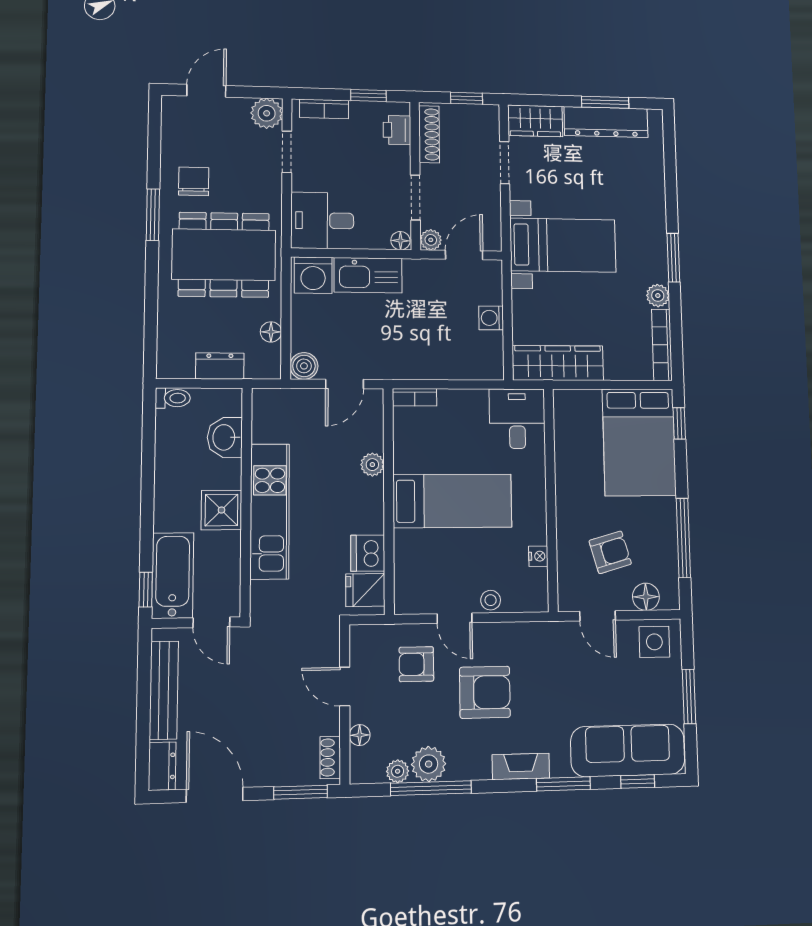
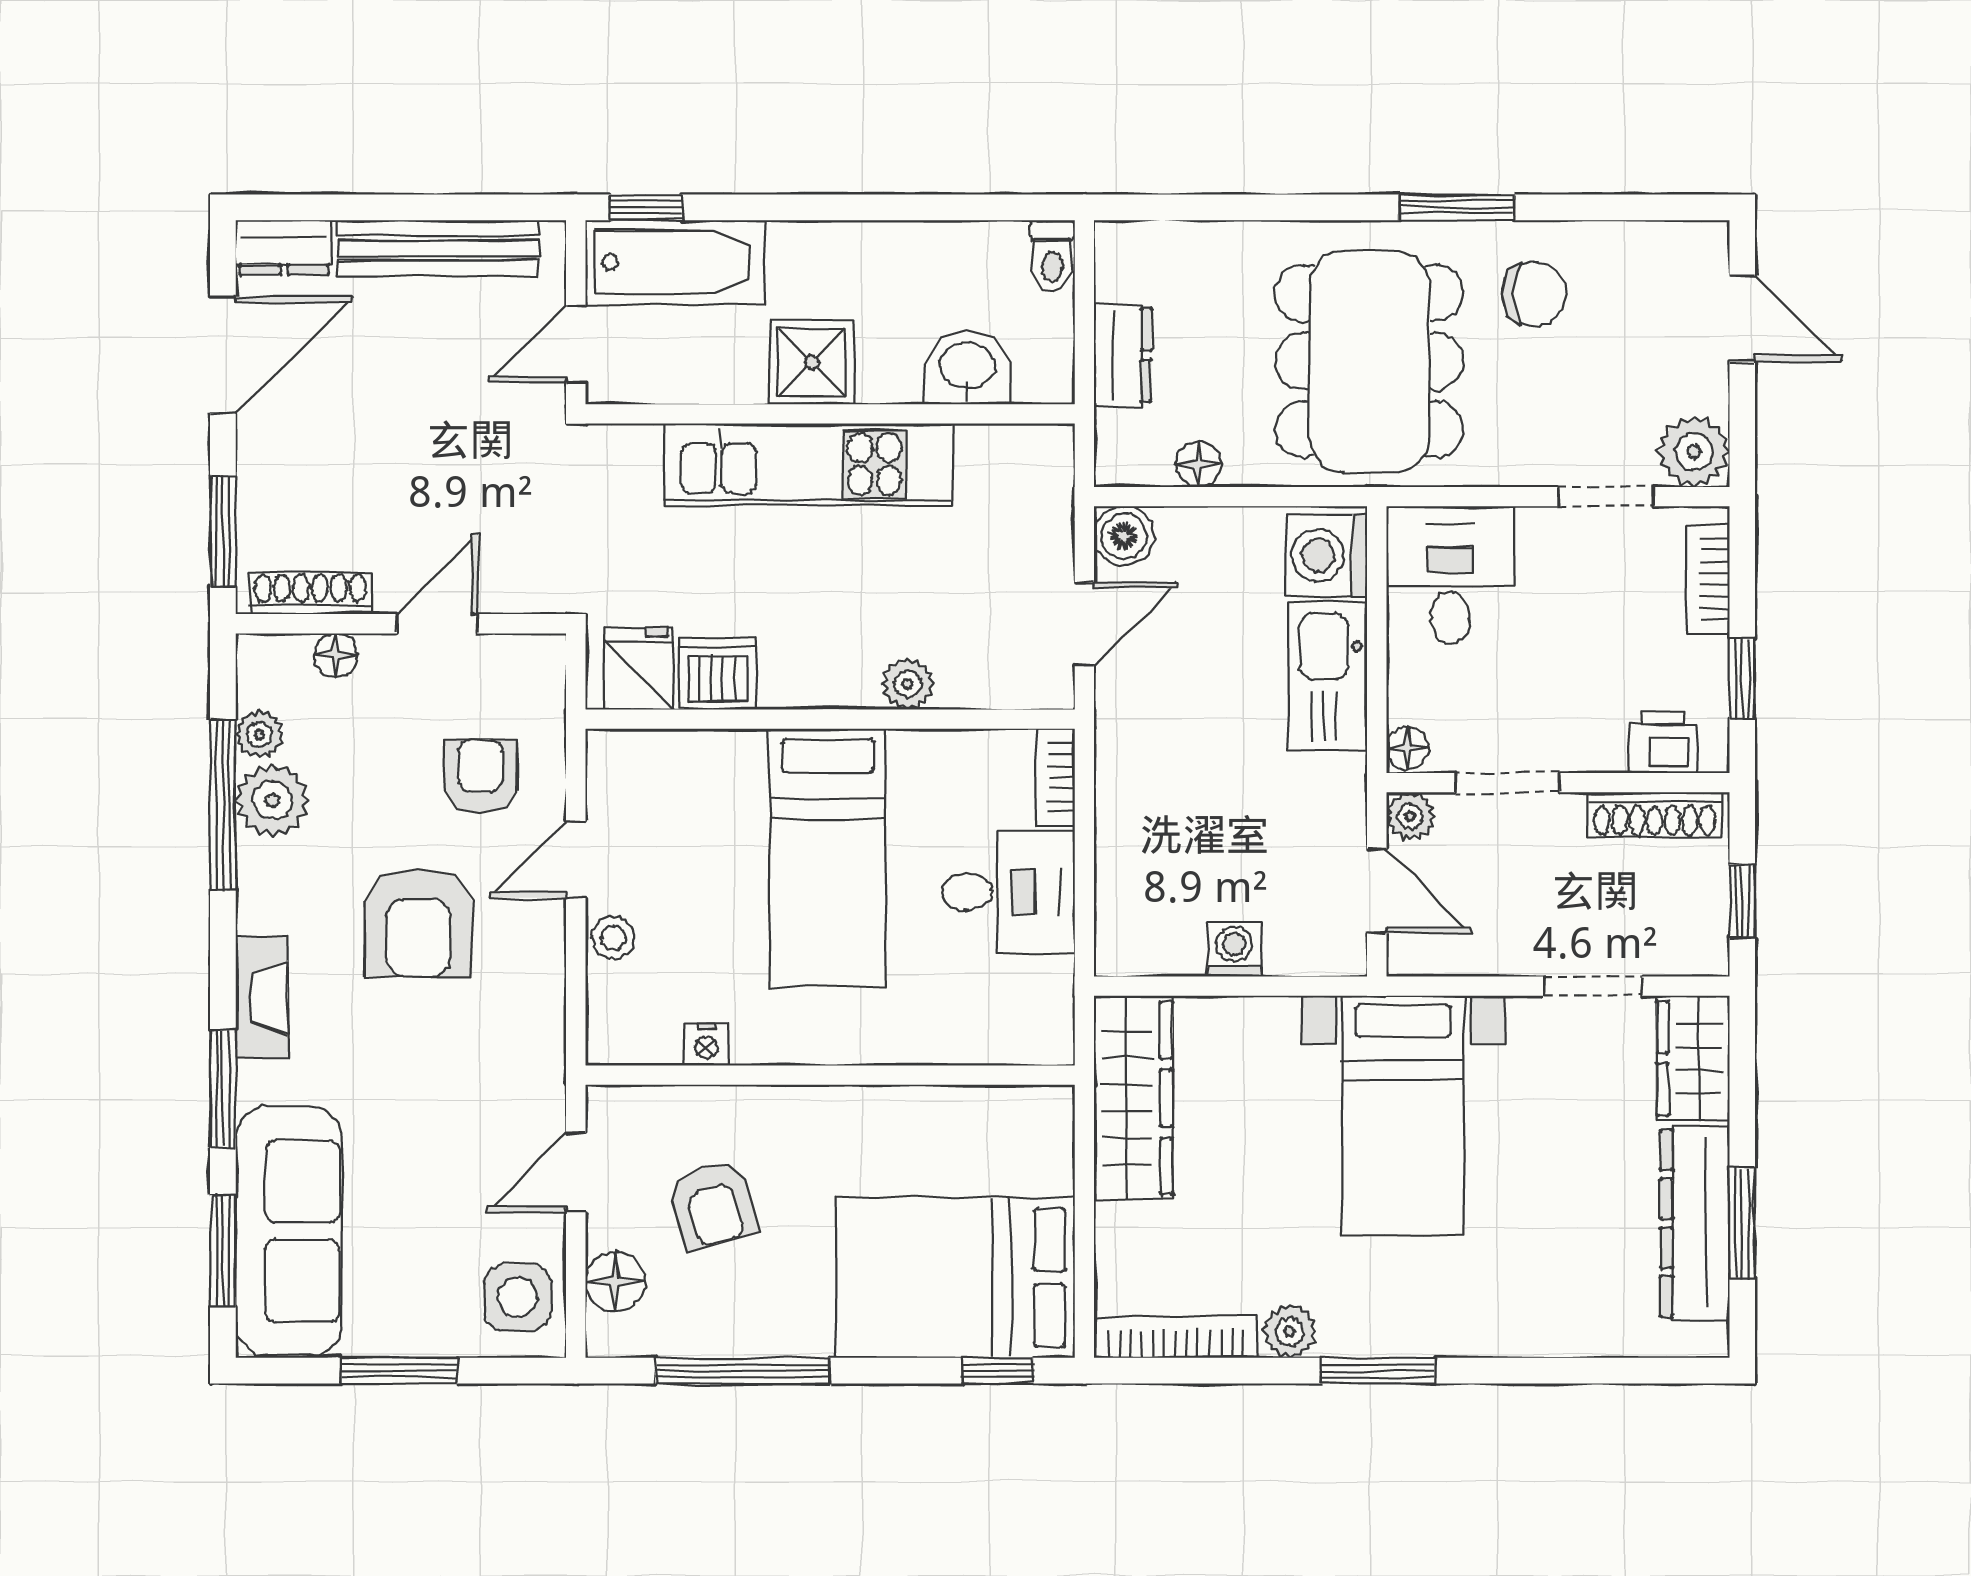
door: (345, 384) -> (1084, 624), swing flipped
desk: (517, 419) -> (1008, 892), moved
shoe rack: (330, 757) -> (310, 593), width x1.43
window: (638, 782) -> (223, 1251), width x1.50

